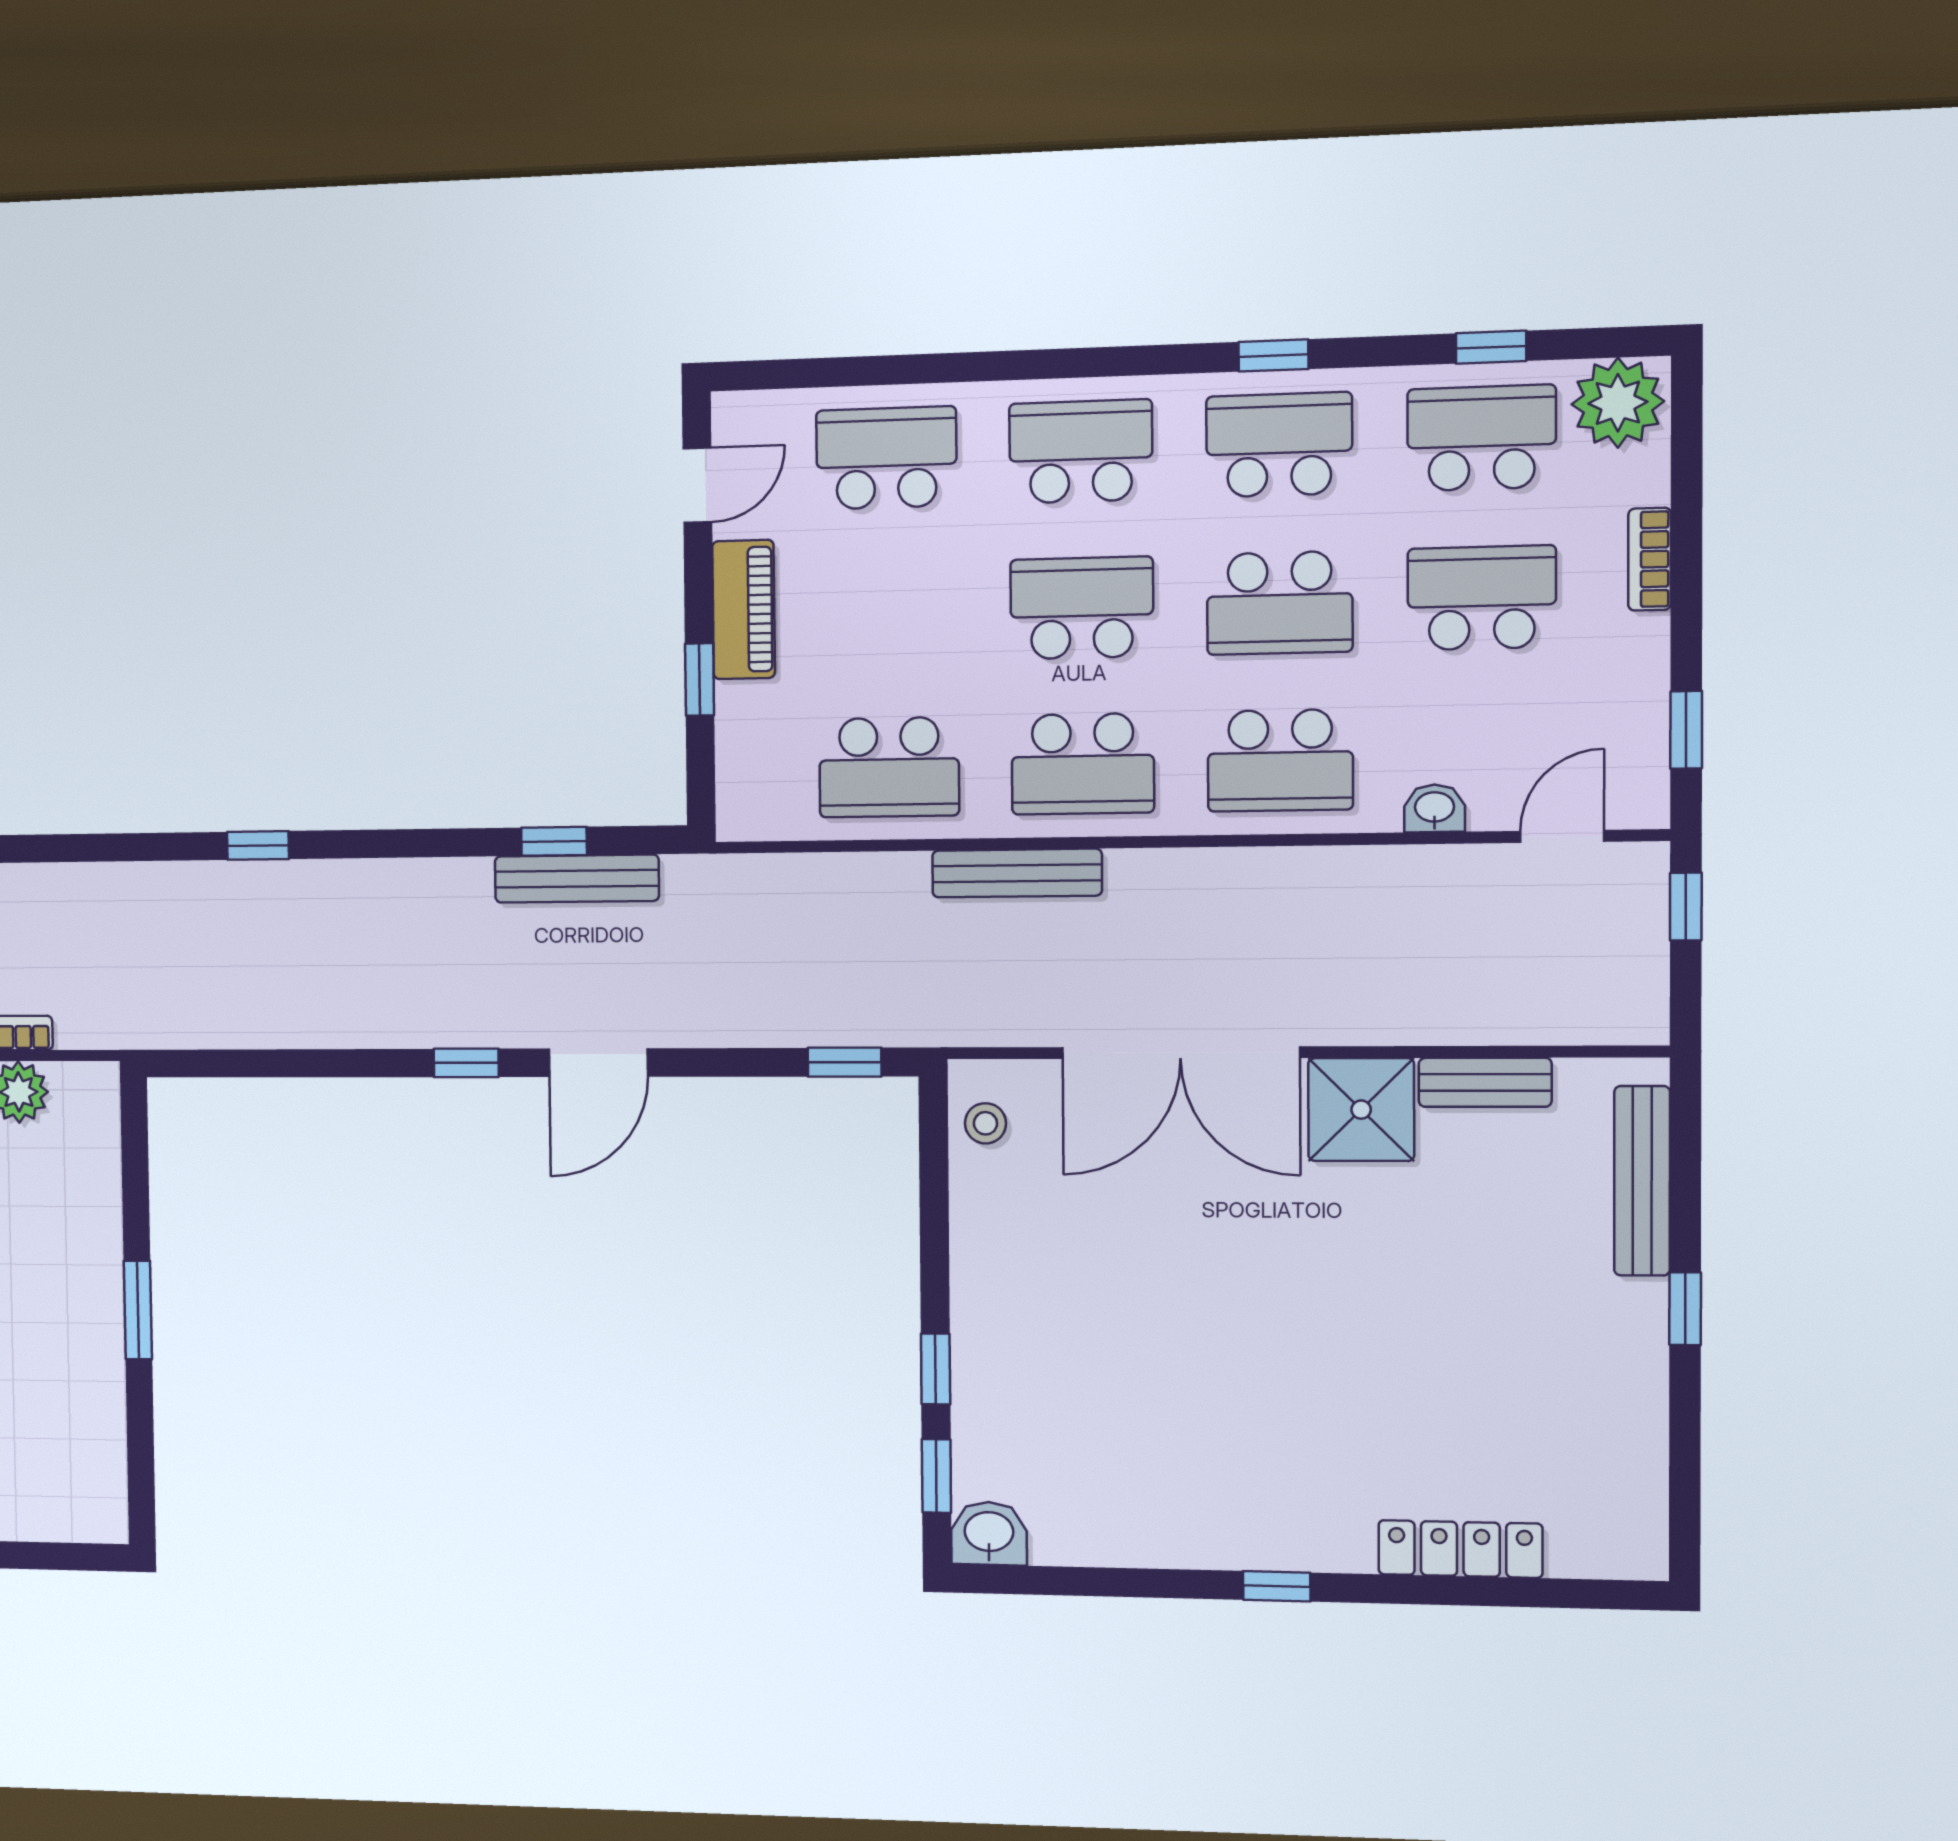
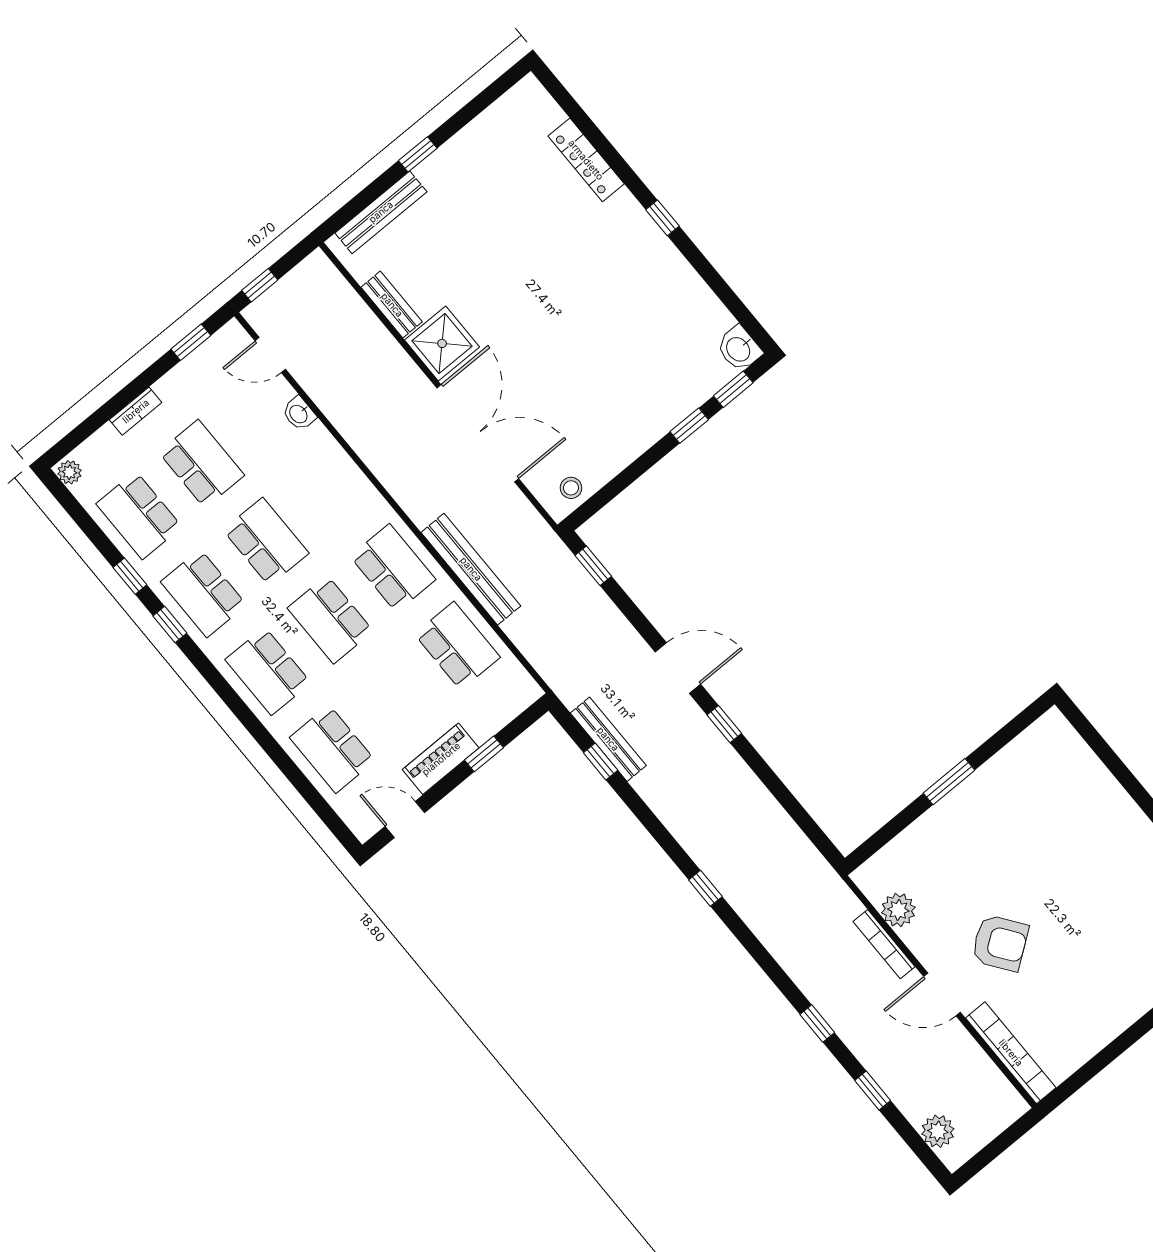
window: (1491, 347) -> (130, 576), moved
plant: (1618, 403) -> (70, 472), width x0.53, depth x0.53
school desk: (1482, 598) -> (201, 464), turned 180
school desk: (1280, 760) -> (328, 490), removed
bench: (1017, 873) -> (471, 569), width x1.37, depth x1.21

